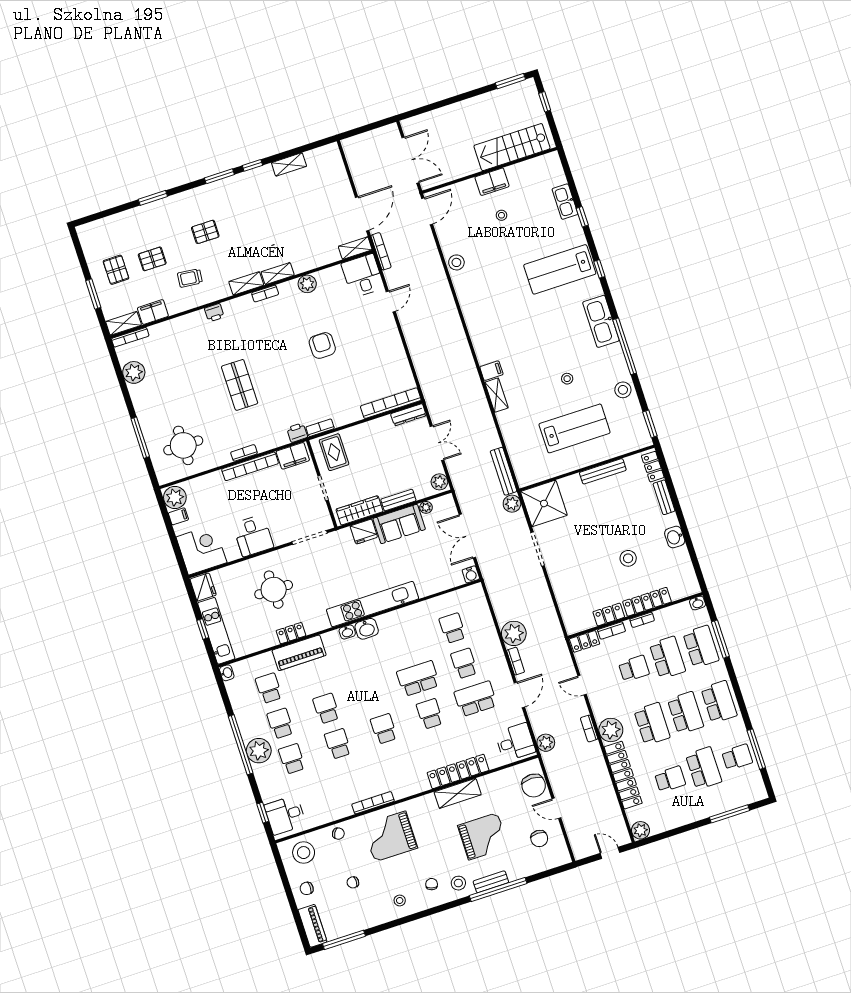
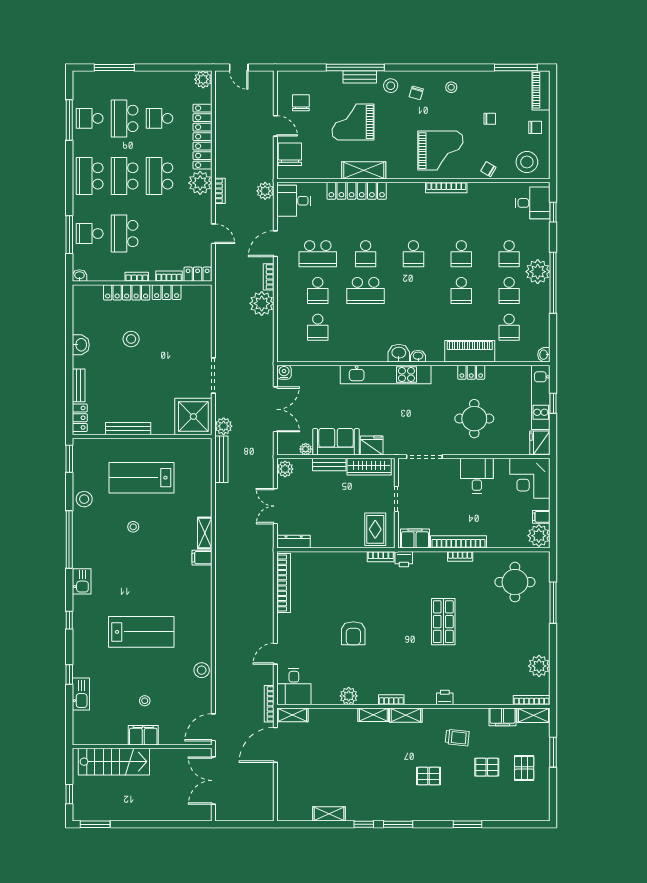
lab bench: (560, 269) -> (141, 632), moved
kitchen sink: (601, 321) -> (82, 581), width x0.53, depth x0.81
bookcase: (391, 403) -> (284, 583), moved, turned -90
school desk: (701, 647) -> (90, 234), width x0.54
school desk: (634, 669) -> (160, 234), removed

